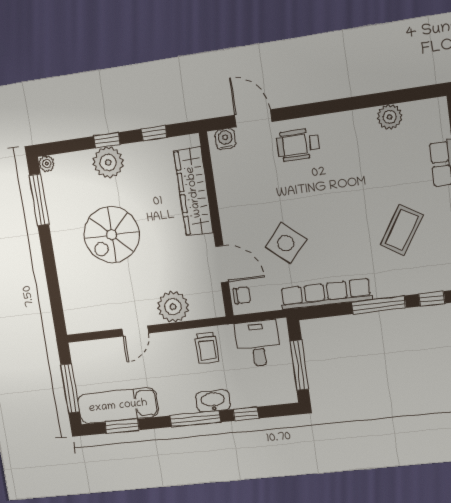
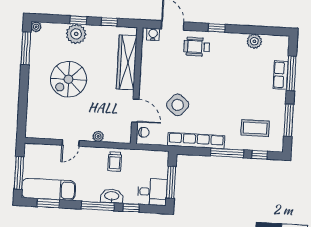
window: (324, 108) -> (217, 28), added
coffee table: (402, 230) -> (255, 128), moved, turned 58
plant: (173, 307) -> (98, 136), width x0.53, depth x0.53
desk: (258, 343) -> (152, 192), moved, turned 90

